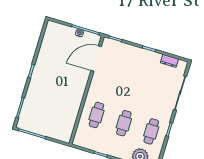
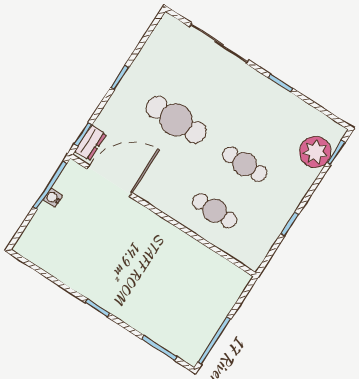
door: (96, 58) -> (109, 181), swing flipped
dresser: (169, 61) -> (91, 143), moved
cafe table: (151, 131) -> (176, 120), moved, width x1.37, depth x1.35

